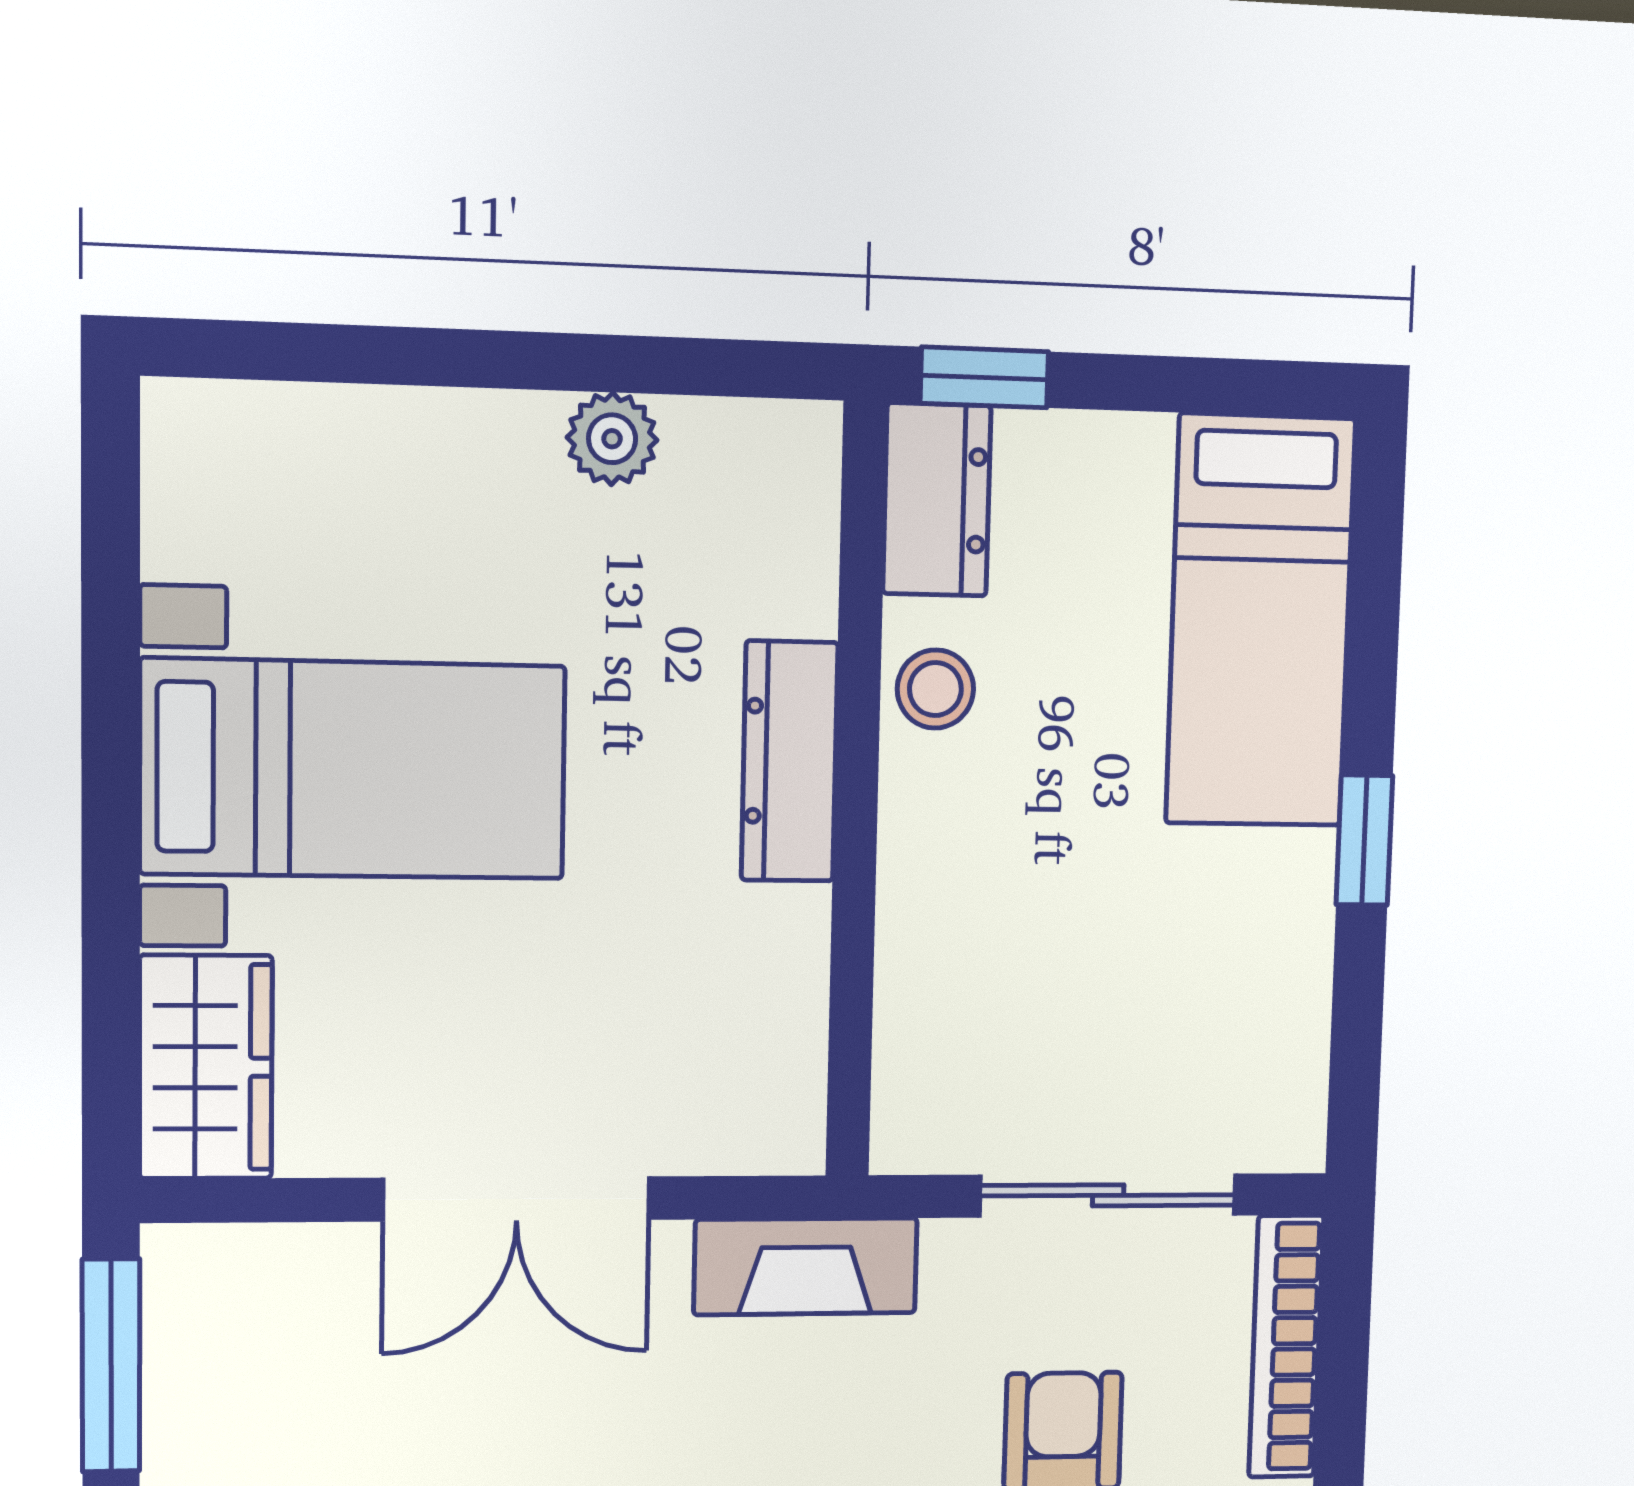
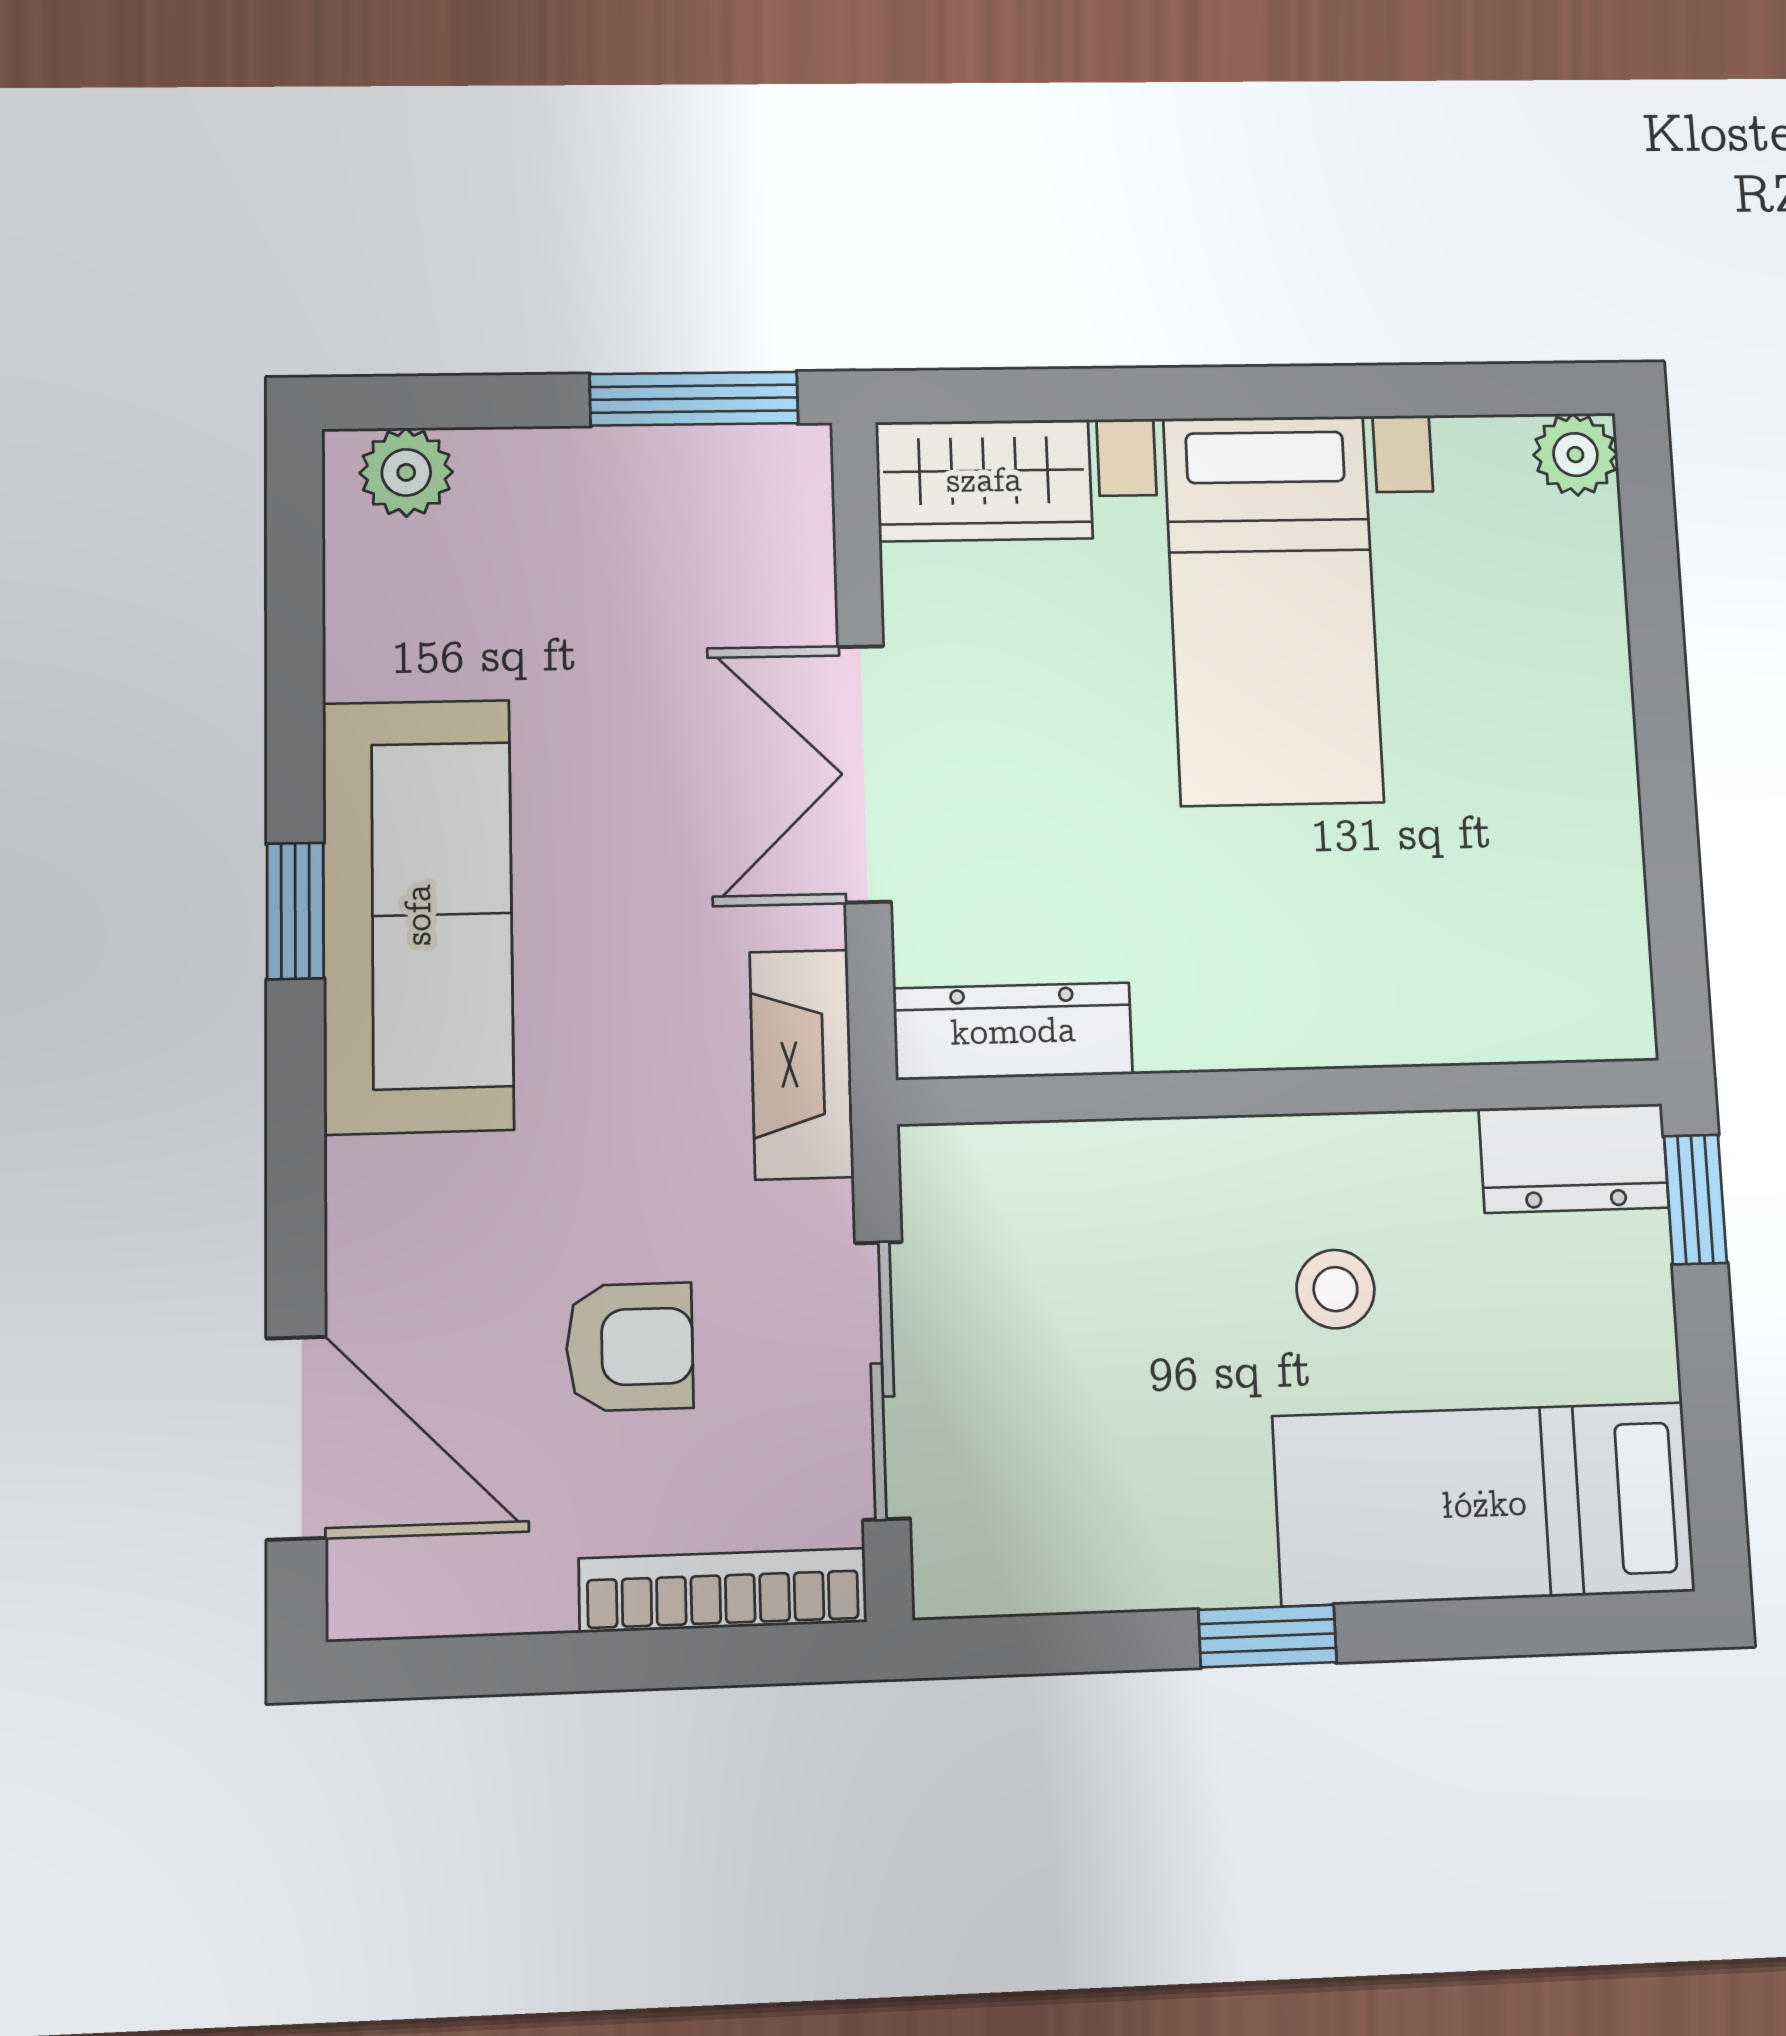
plant: (612, 439) -> (1575, 455), moved
stool: (935, 689) -> (1335, 1289), moved
dresser: (790, 761) -> (1013, 1031), moved

